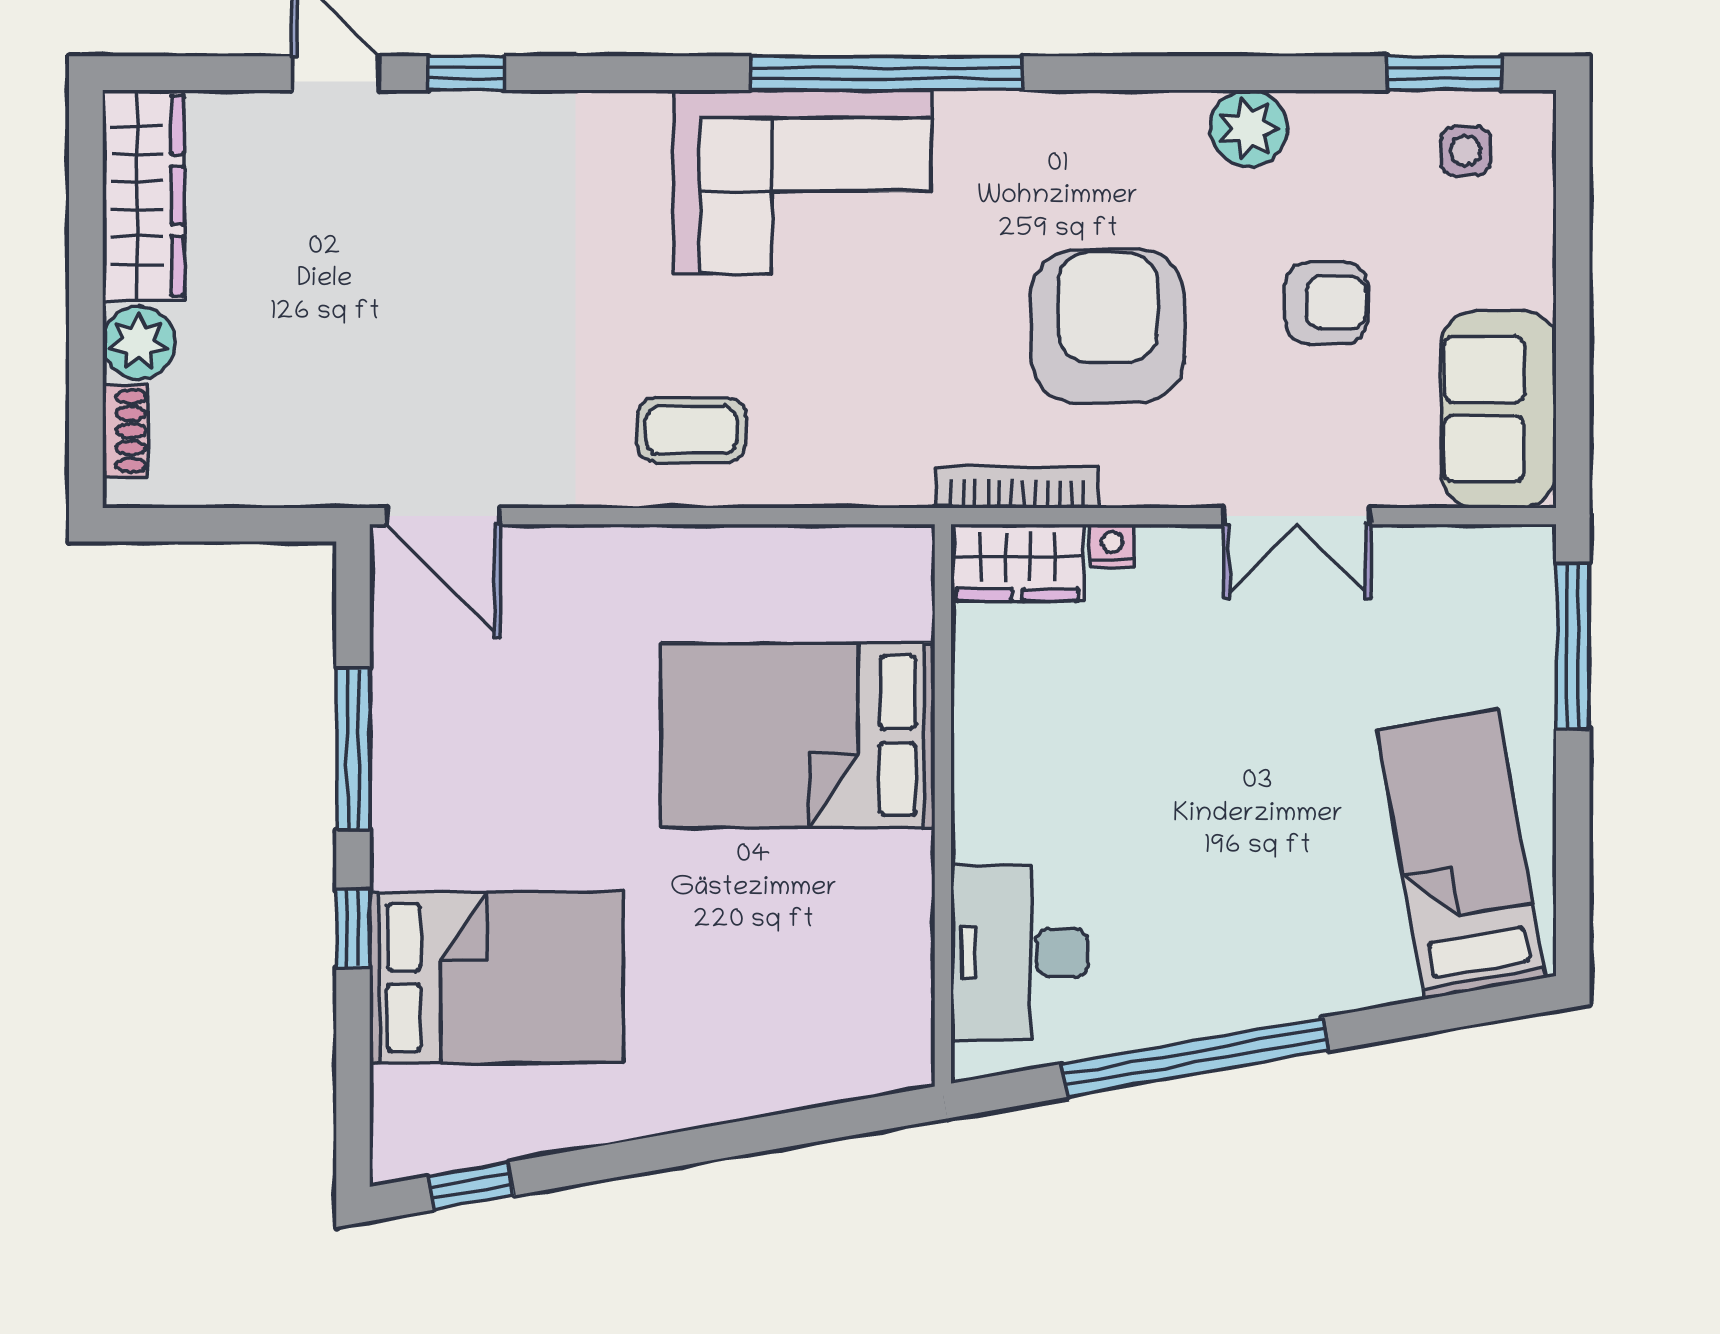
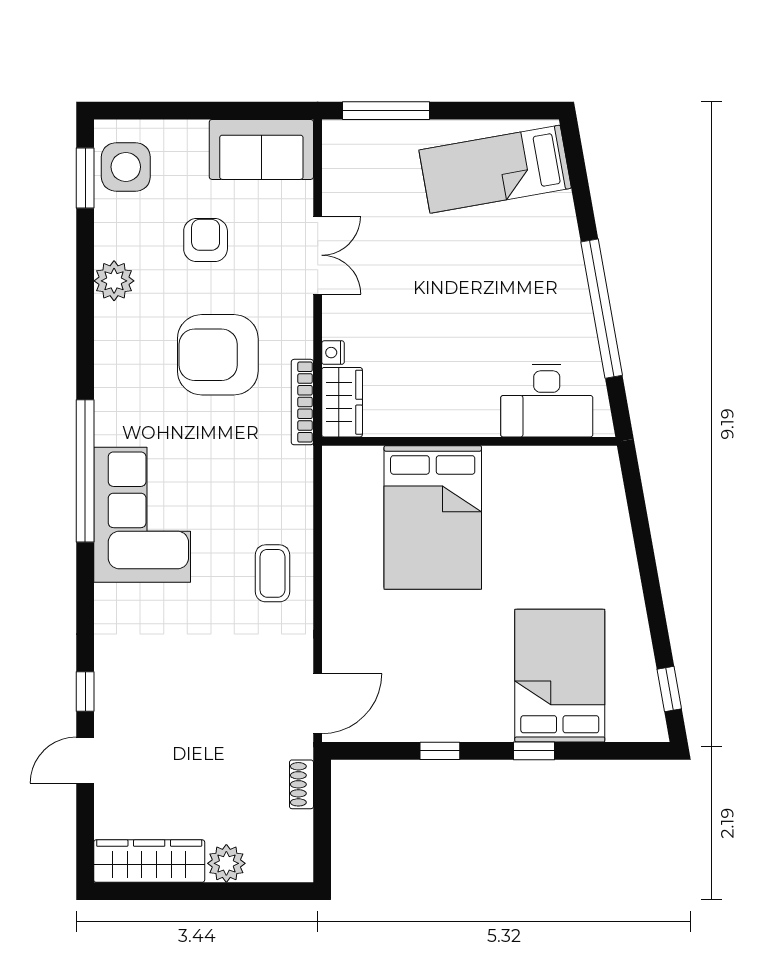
side table: (1465, 151) -> (126, 167), width x1.87, depth x1.87
shoe rack: (125, 431) -> (301, 784), moved, turned -90
window: (353, 749) -> (440, 751), width x0.46

